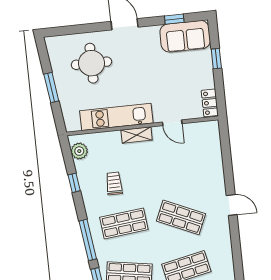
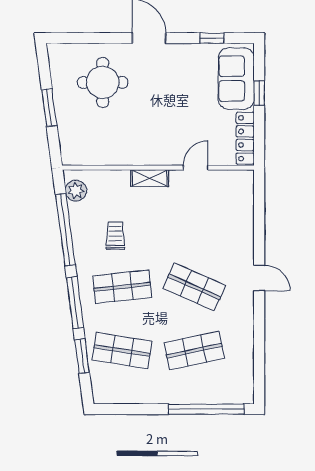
sofa: (185, 36) -> (236, 79), moved, turned 90
locker: (210, 103) -> (245, 138), width x1.53
kitchen unit: (116, 117) -> (127, 153), removed
door: (172, 123) -> (196, 168), swing flipped
window: (74, 183) -> (65, 230), width x3.17

